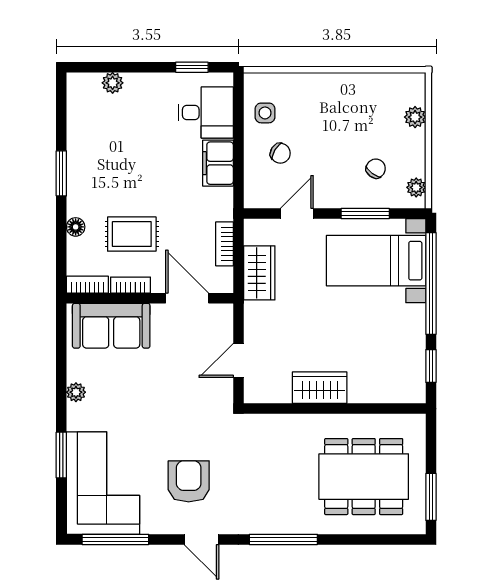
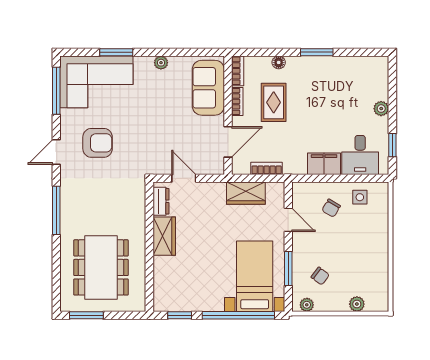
plant: (113, 83) -> (381, 109), moved
dresser: (271, 392) -> (161, 201), added

